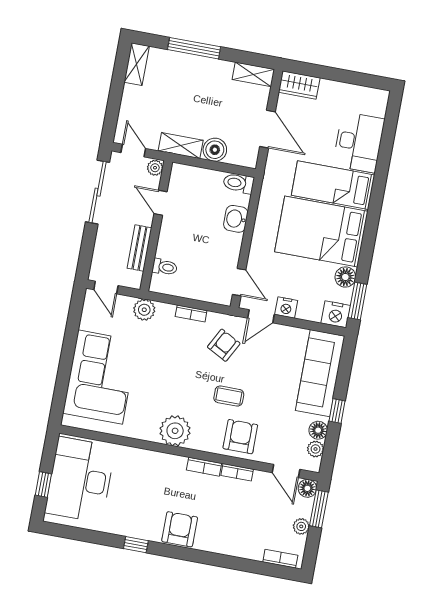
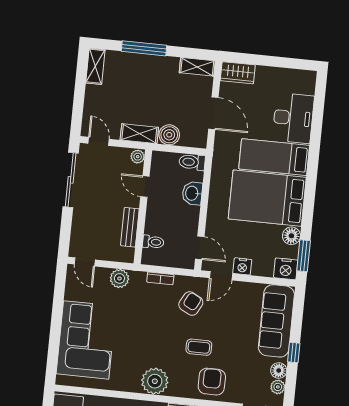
plant: (155, 168) -> (138, 157), moved
door: (161, 203) -> (145, 187), moved
wall: (156, 226) -> (143, 207), moved
bench: (139, 248) -> (130, 227), moved
toilet: (165, 267) -> (153, 242), moved

